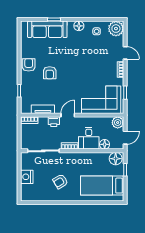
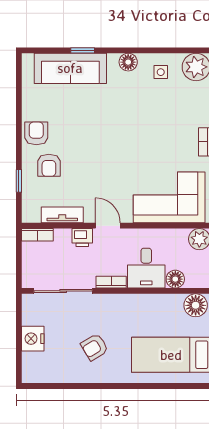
armchair: (50, 73) -> (49, 165), moved
door: (68, 115) -> (108, 226), hinge flipped

